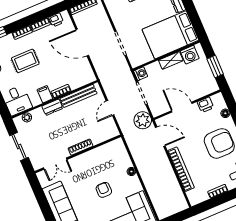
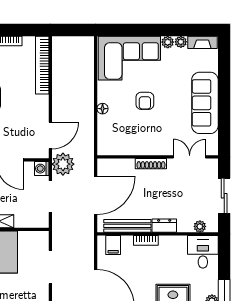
washing machine: (141, 74) -> (42, 169), moved
filing cabinet: (45, 94) -> (113, 245), moved
door: (110, 108) -> (96, 195), width x1.87
door: (160, 137) -> (50, 136), swing flipped
bookcase: (181, 169) -> (42, 65), moved

